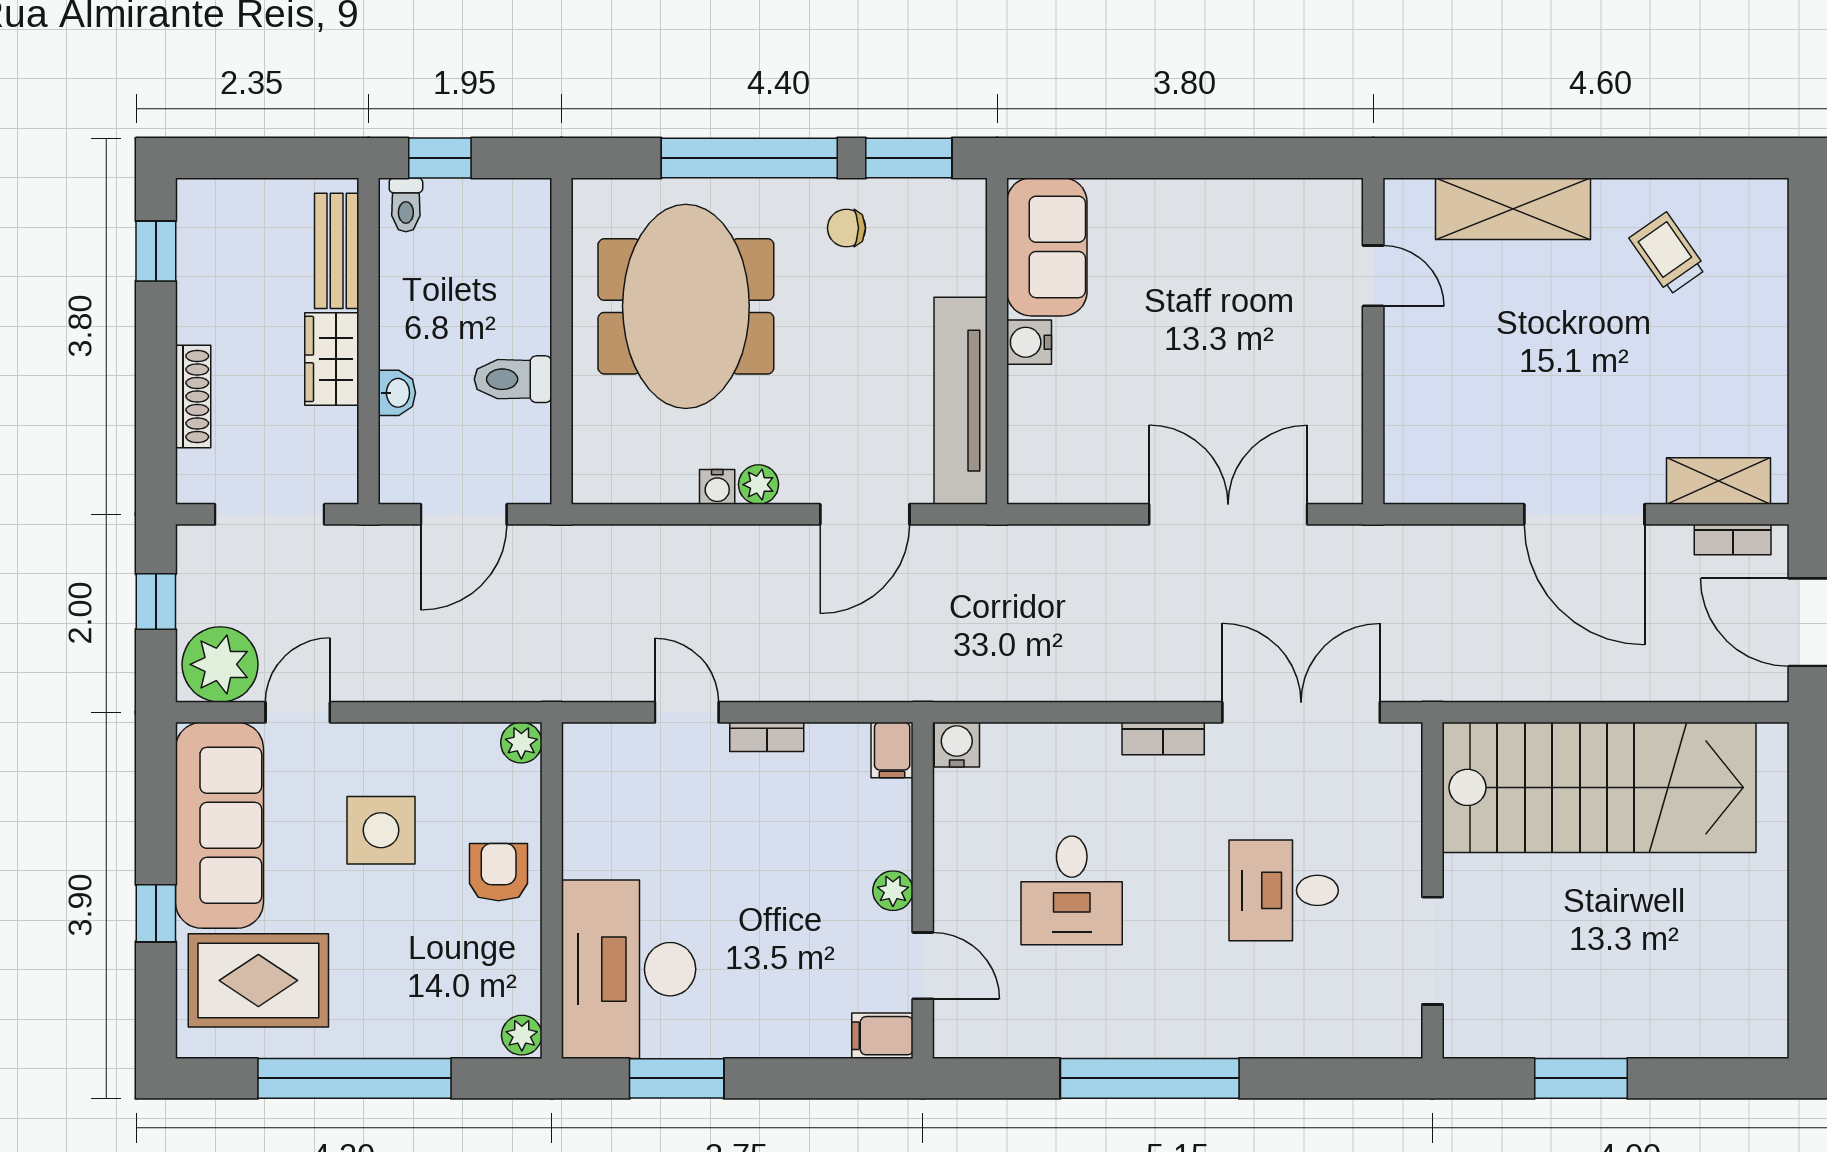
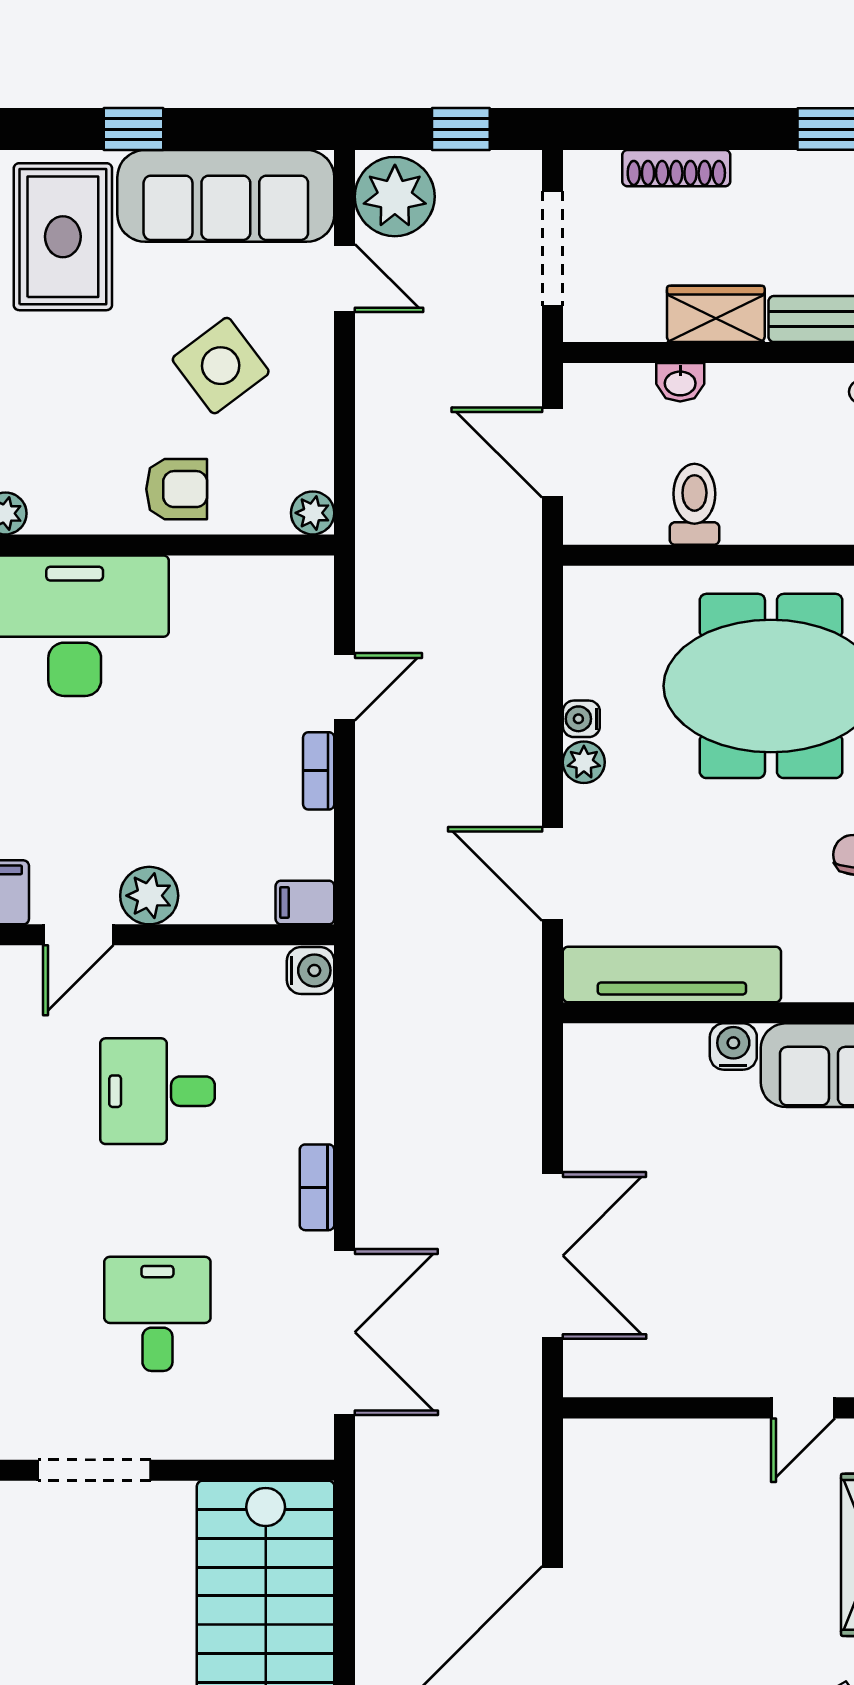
side table: (381, 830) -> (221, 366), turned -37
plant: (893, 891) -> (149, 896), width x1.38, depth x1.38

